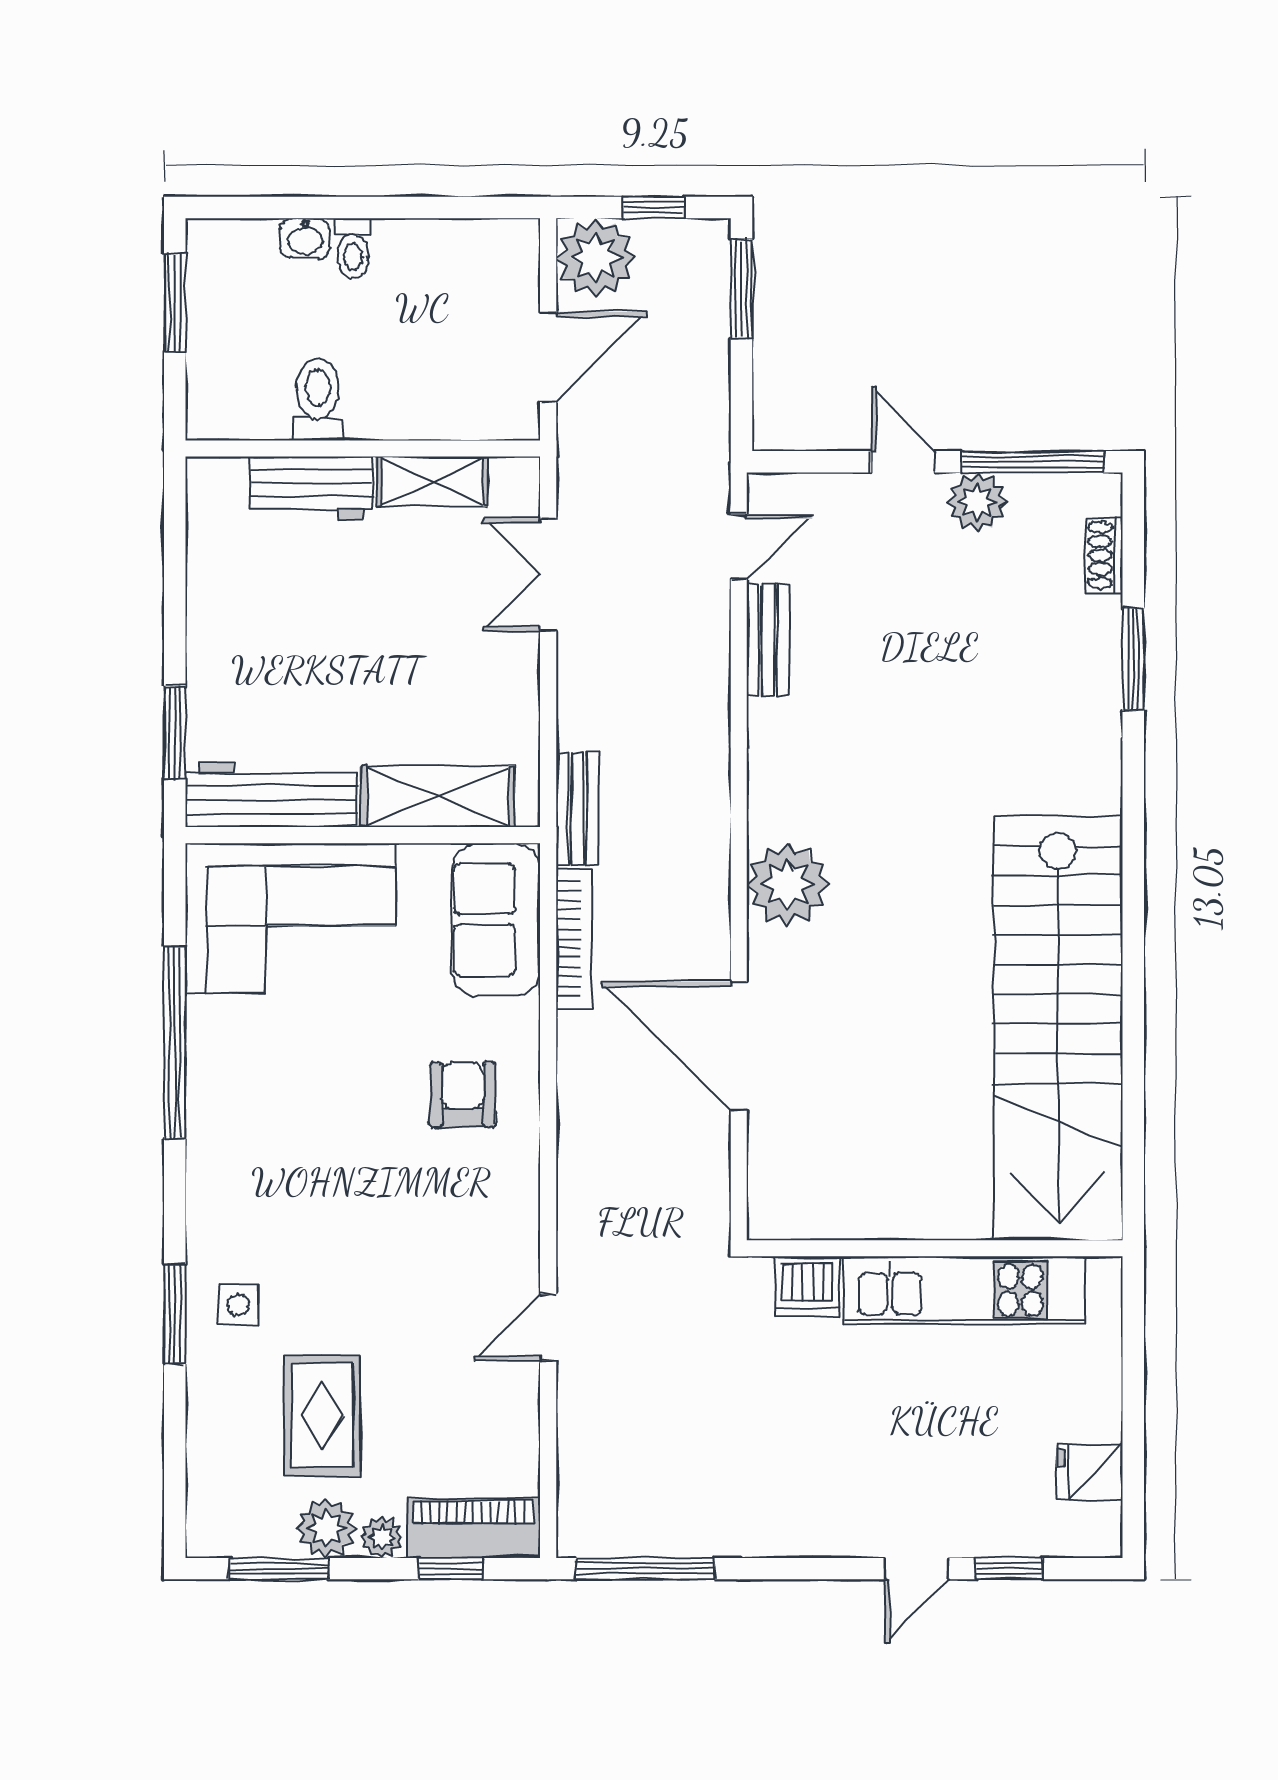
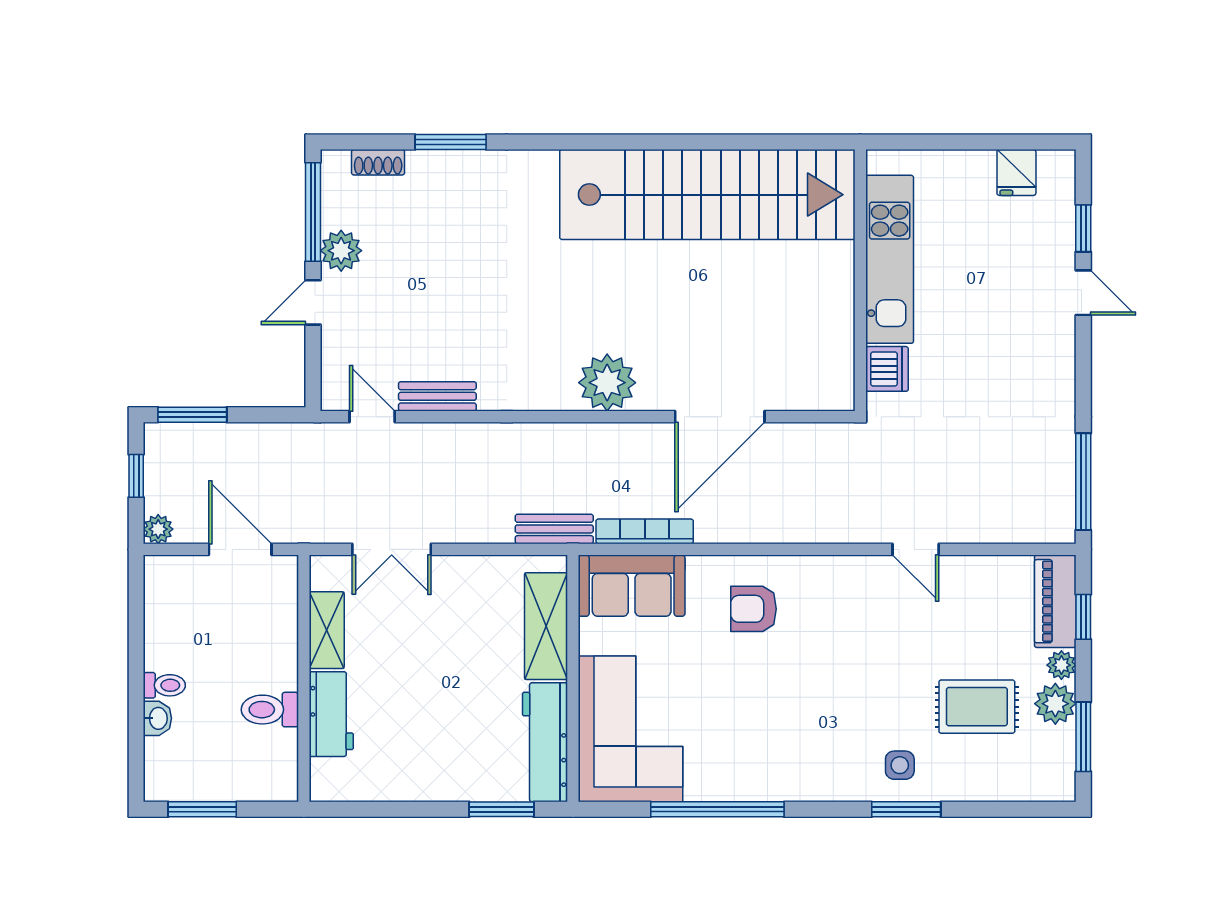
plant: (596, 258) -> (158, 529), width x0.53, depth x0.53

